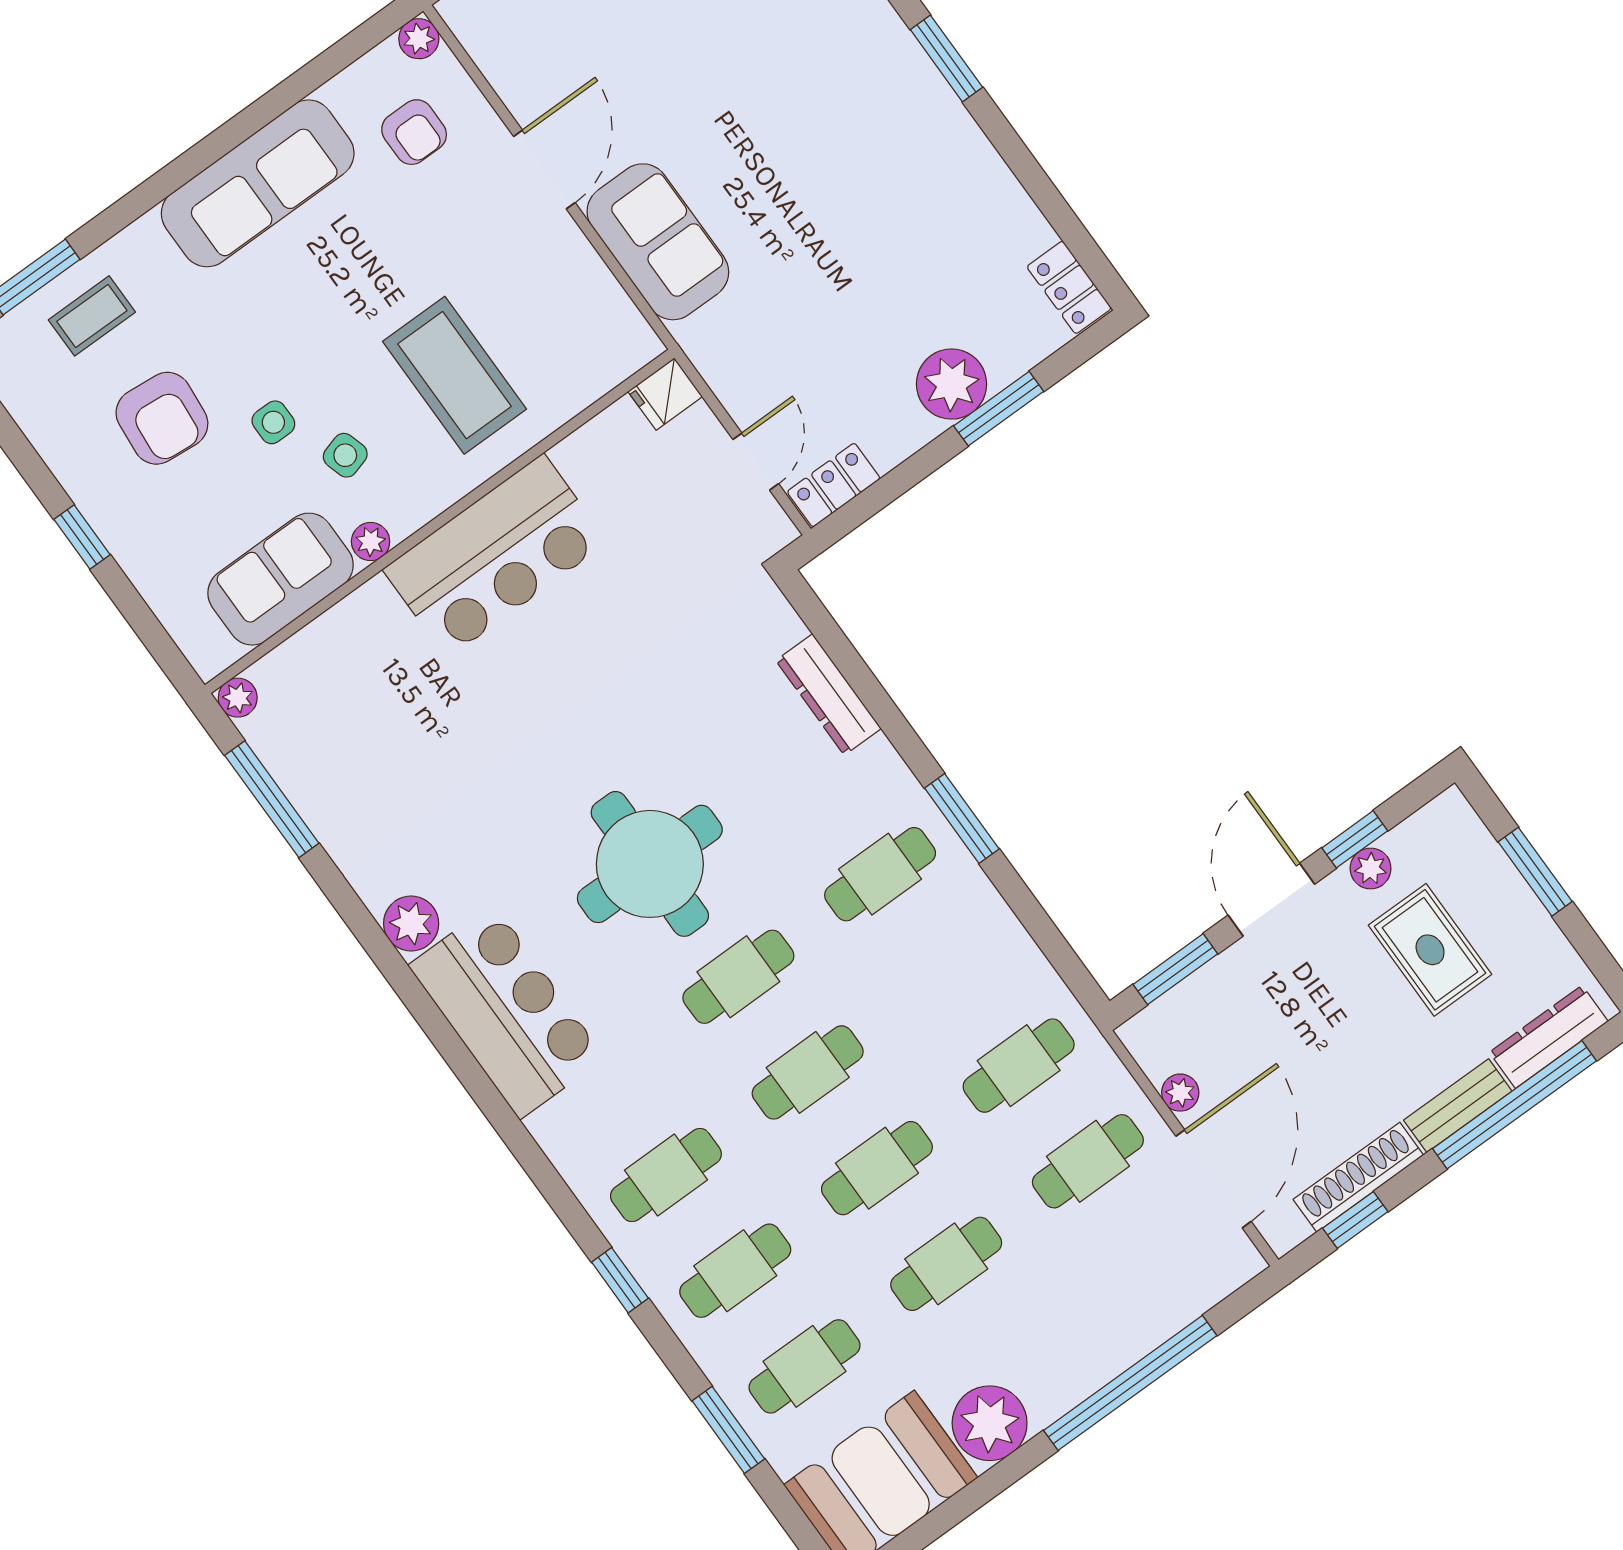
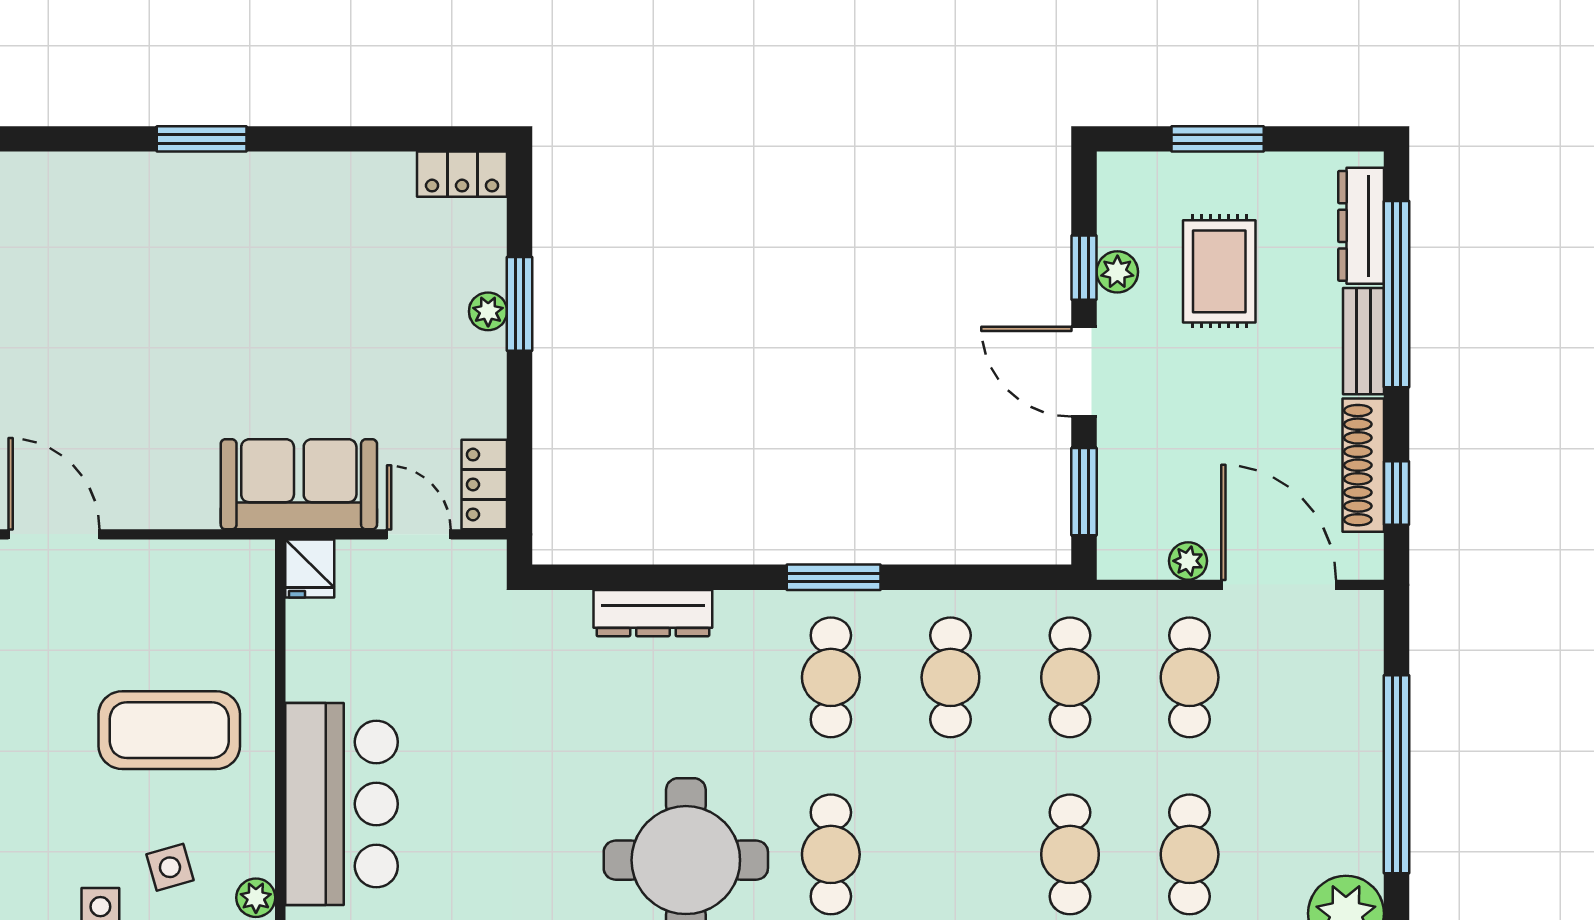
sofa: (658, 242) -> (299, 484), moved
plant: (951, 384) -> (488, 311), width x0.53, depth x0.53
rug: (1430, 950) -> (1219, 271), turned 90
cafe table: (808, 1072) -> (950, 677), moved

